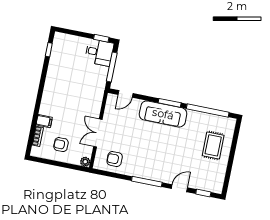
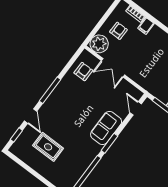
sofa: (163, 114) -> (106, 128), width x0.73
double door: (98, 133) -> (113, 68), swing flipped
rug: (213, 145) -> (48, 147), moved
plant: (85, 162) -> (99, 44), width x1.88, depth x1.88

